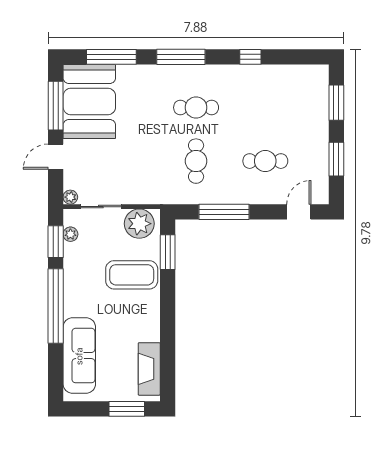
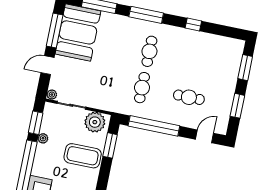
cafe table: (196, 108) -> (149, 51), turned 90
window: (224, 212) -> (154, 126), width x1.46
plant: (70, 234) -> (43, 138), moved

